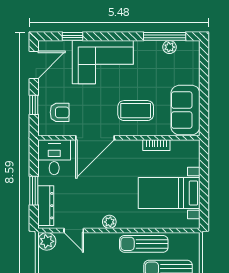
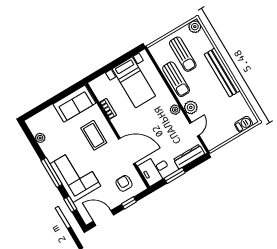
window: (165, 36) -> (51, 172), moved
window: (34, 191) -> (175, 176), moved
plant: (47, 241) -> (191, 107), moved

